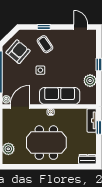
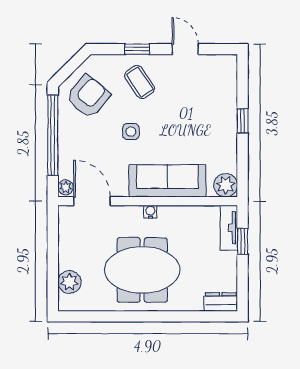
door: (81, 27) -> (185, 49), moved
plant: (90, 81) -> (226, 185), moved
door: (20, 107) -> (92, 201), hinge flipped

